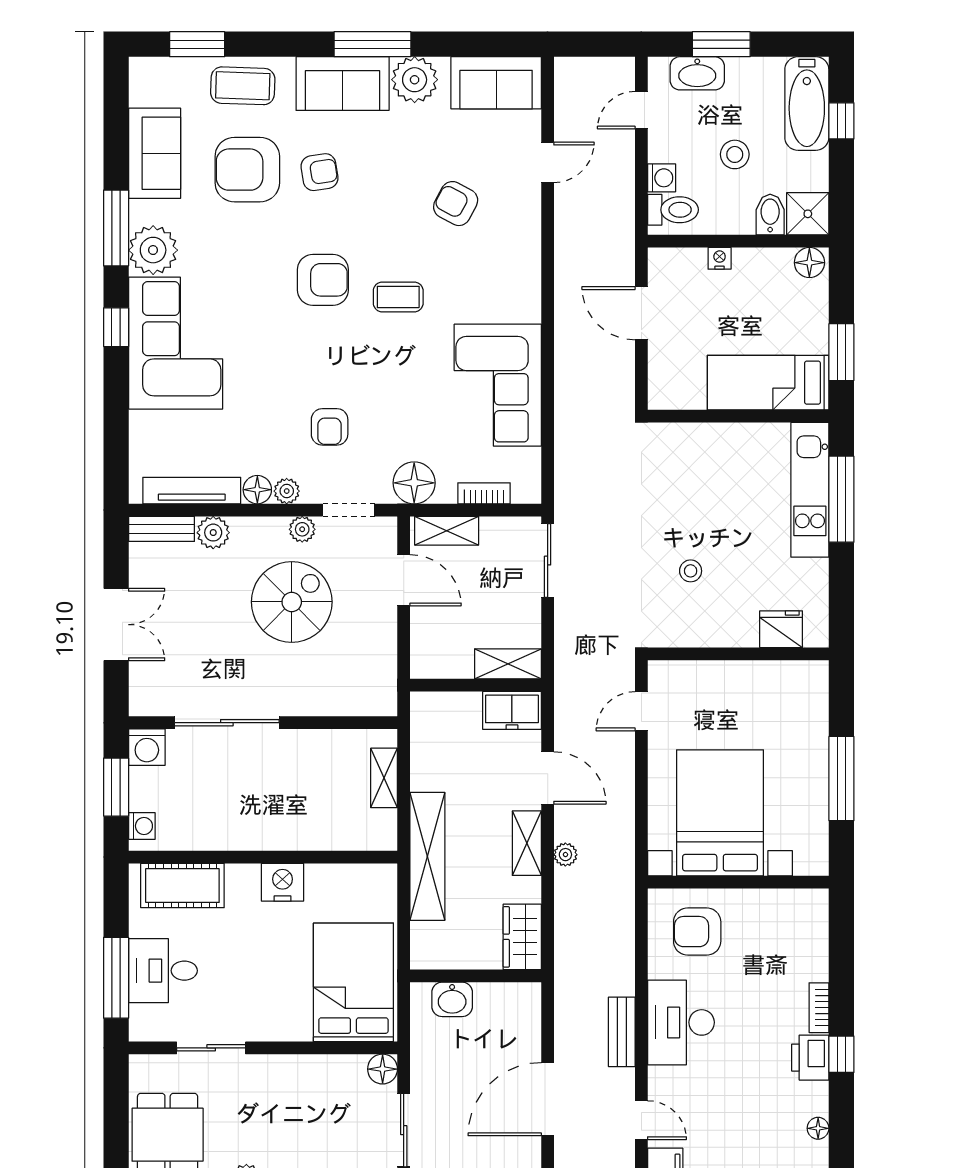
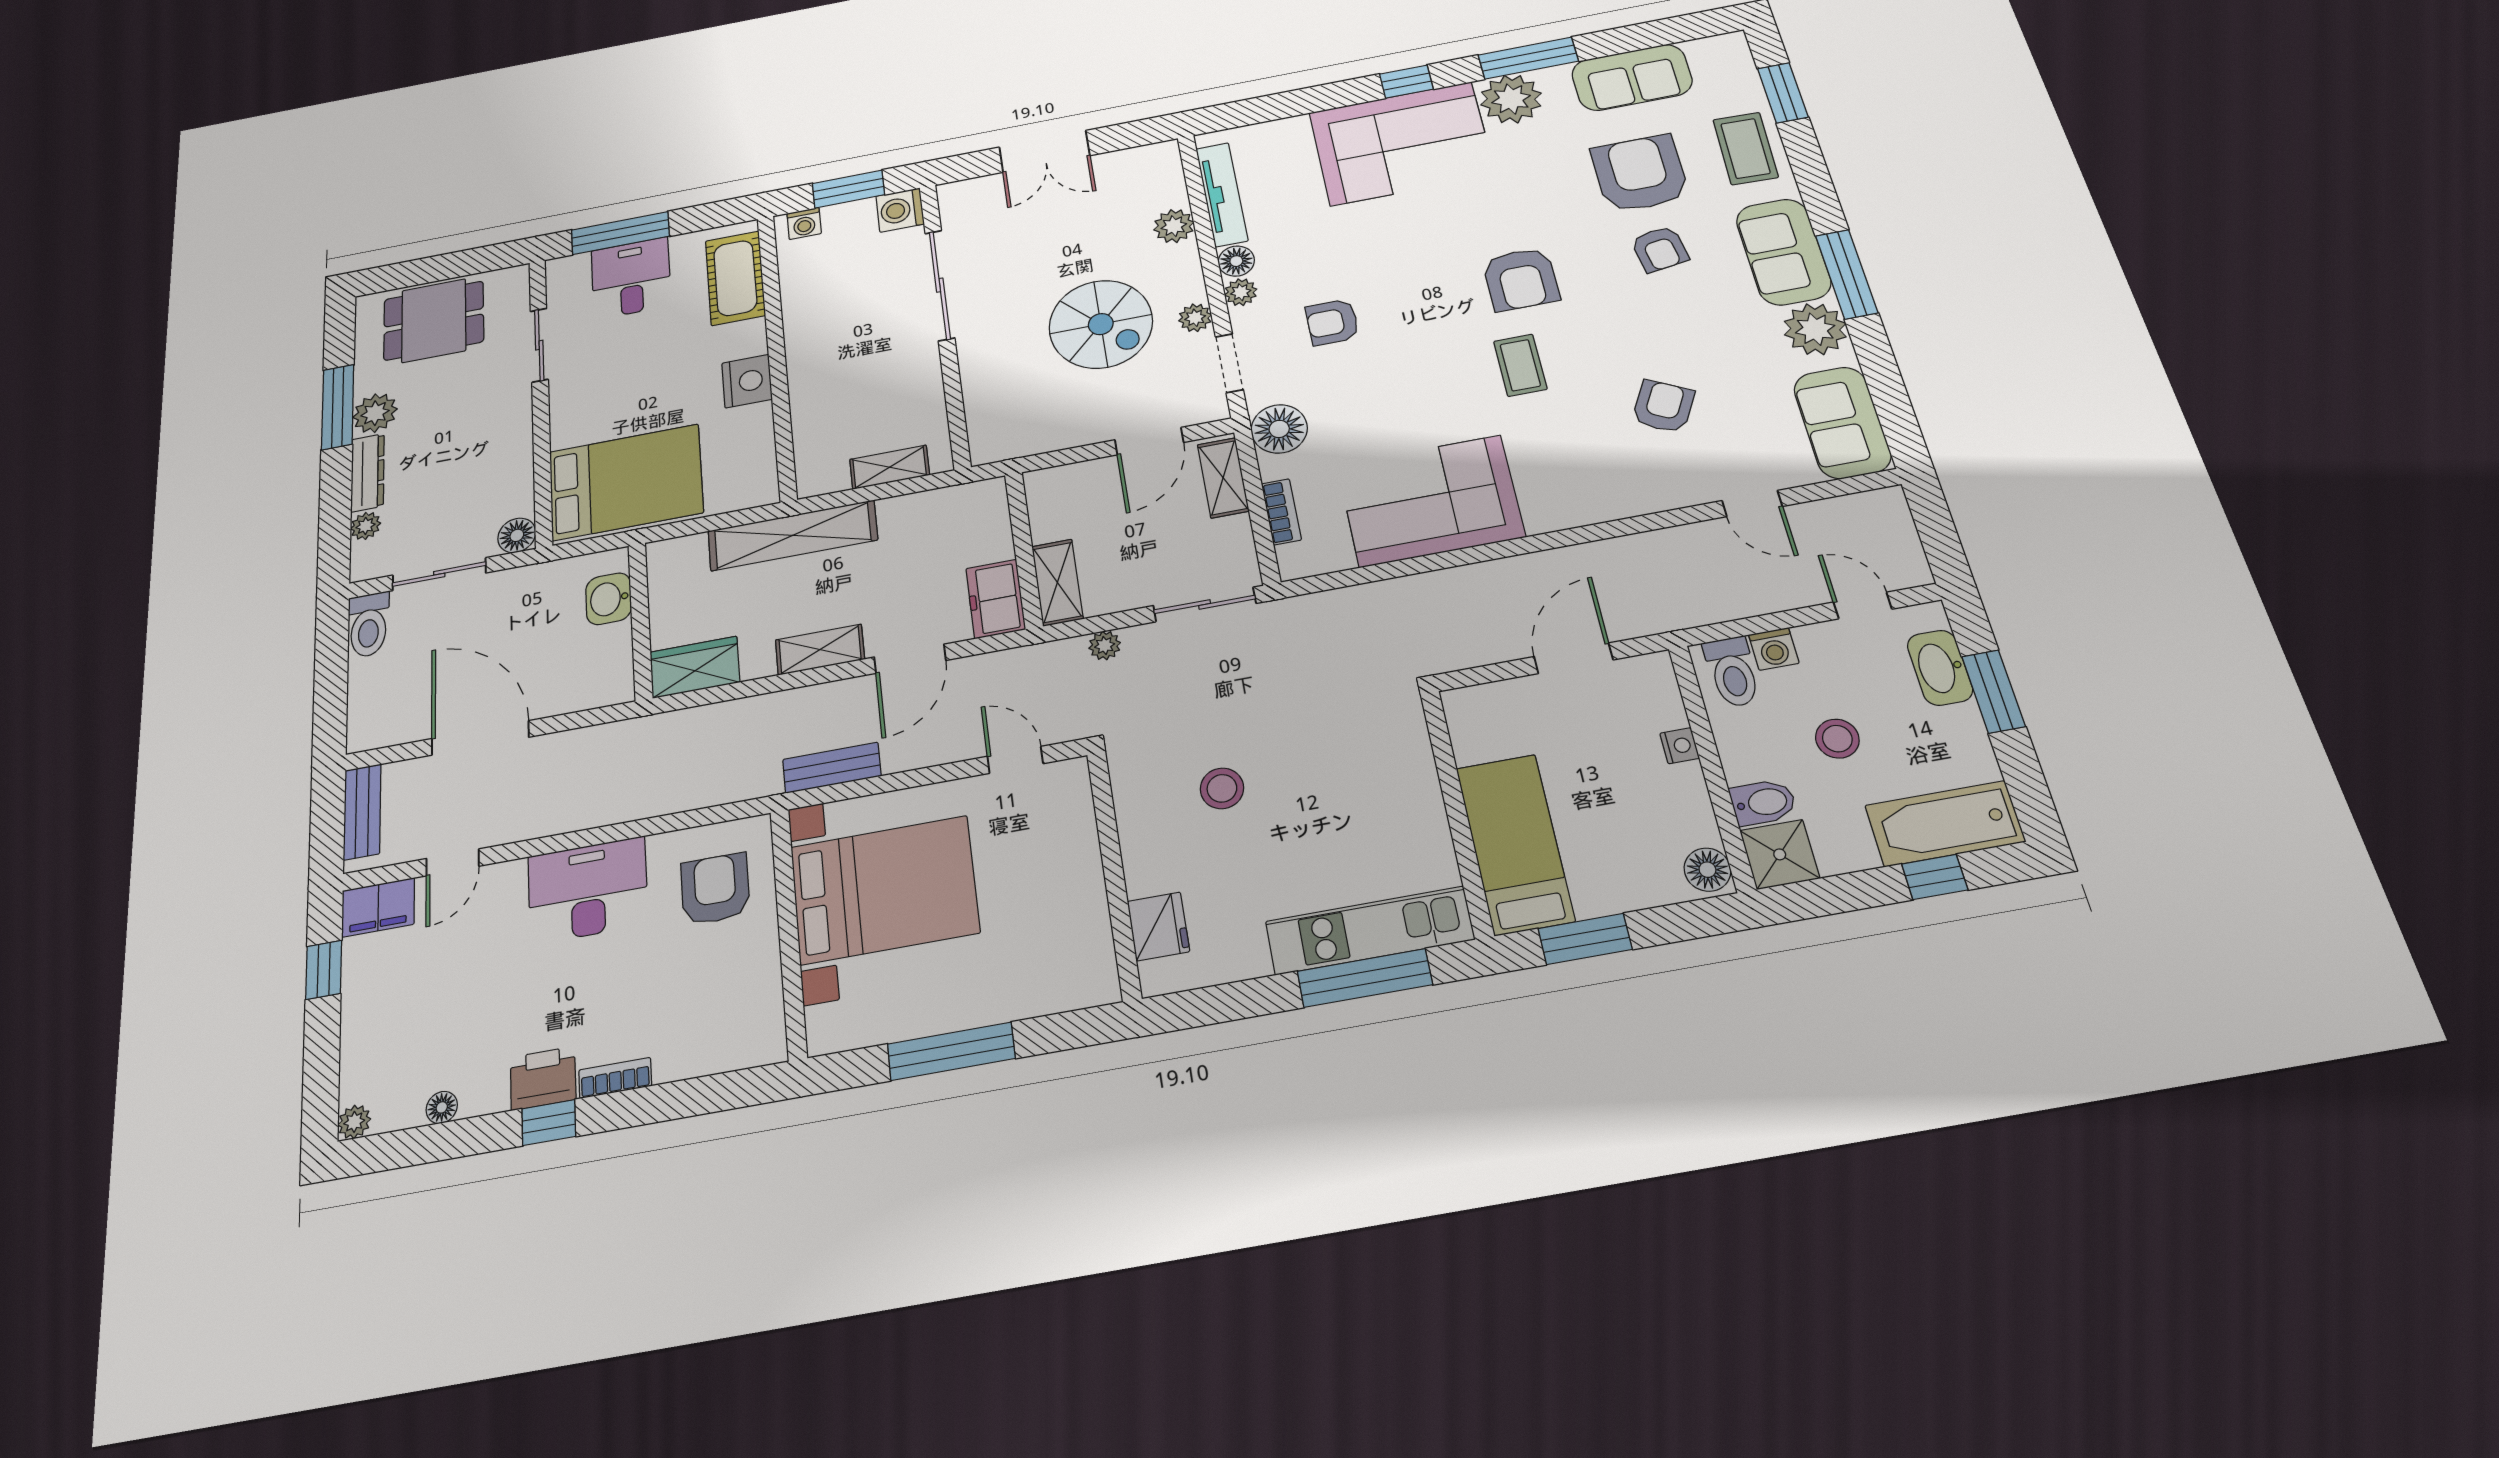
bench: (161, 529) -> (1169, 173), removed
stool: (691, 571) -> (1222, 788), width x1.37, depth x1.37
plant: (565, 855) -> (1105, 645), moved
bench: (622, 1032) -> (832, 768), moved

